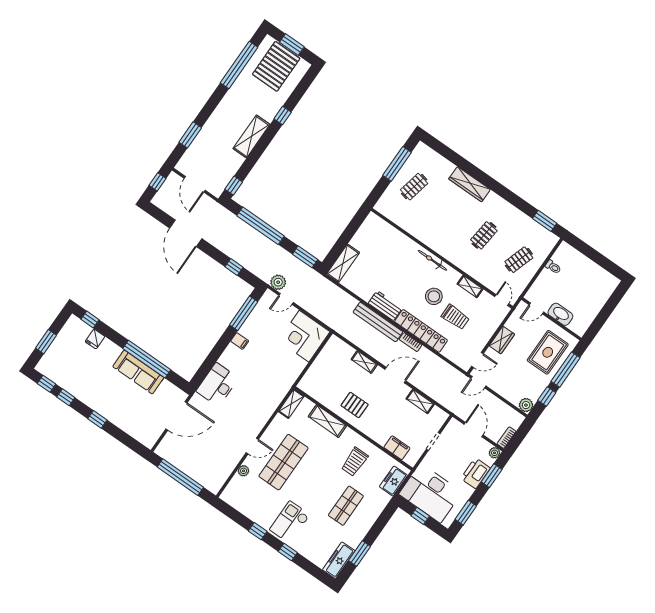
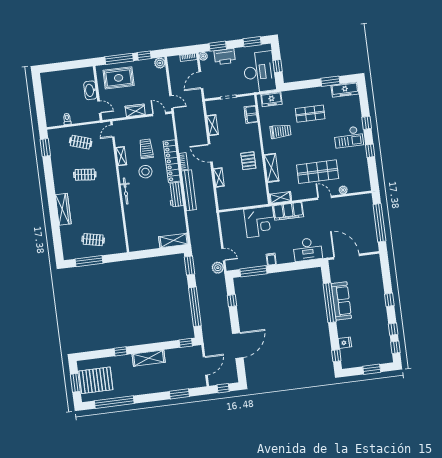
corner desk: (304, 336) -> (260, 222), moved
filing cabinet: (271, 399) -> (288, 211), added

